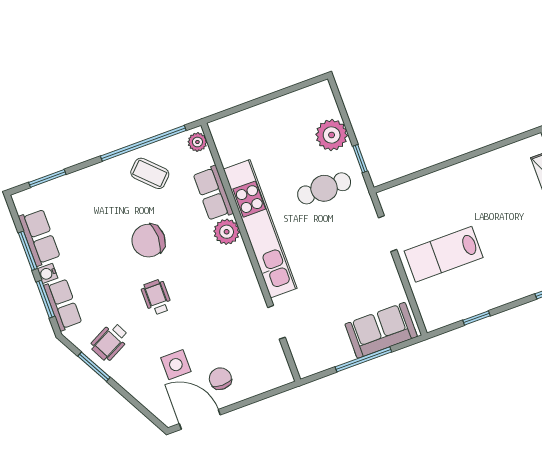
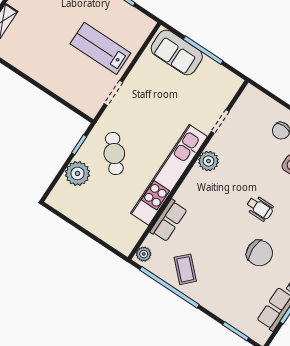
cafe table: (324, 188) -> (114, 154), turned 50
plant: (227, 232) -> (208, 161), moved
chair: (148, 241) -> (260, 253), moved
lab bench: (444, 254) -> (100, 48), turned 180
wheelchair: (157, 297) -> (260, 208), turned -90

